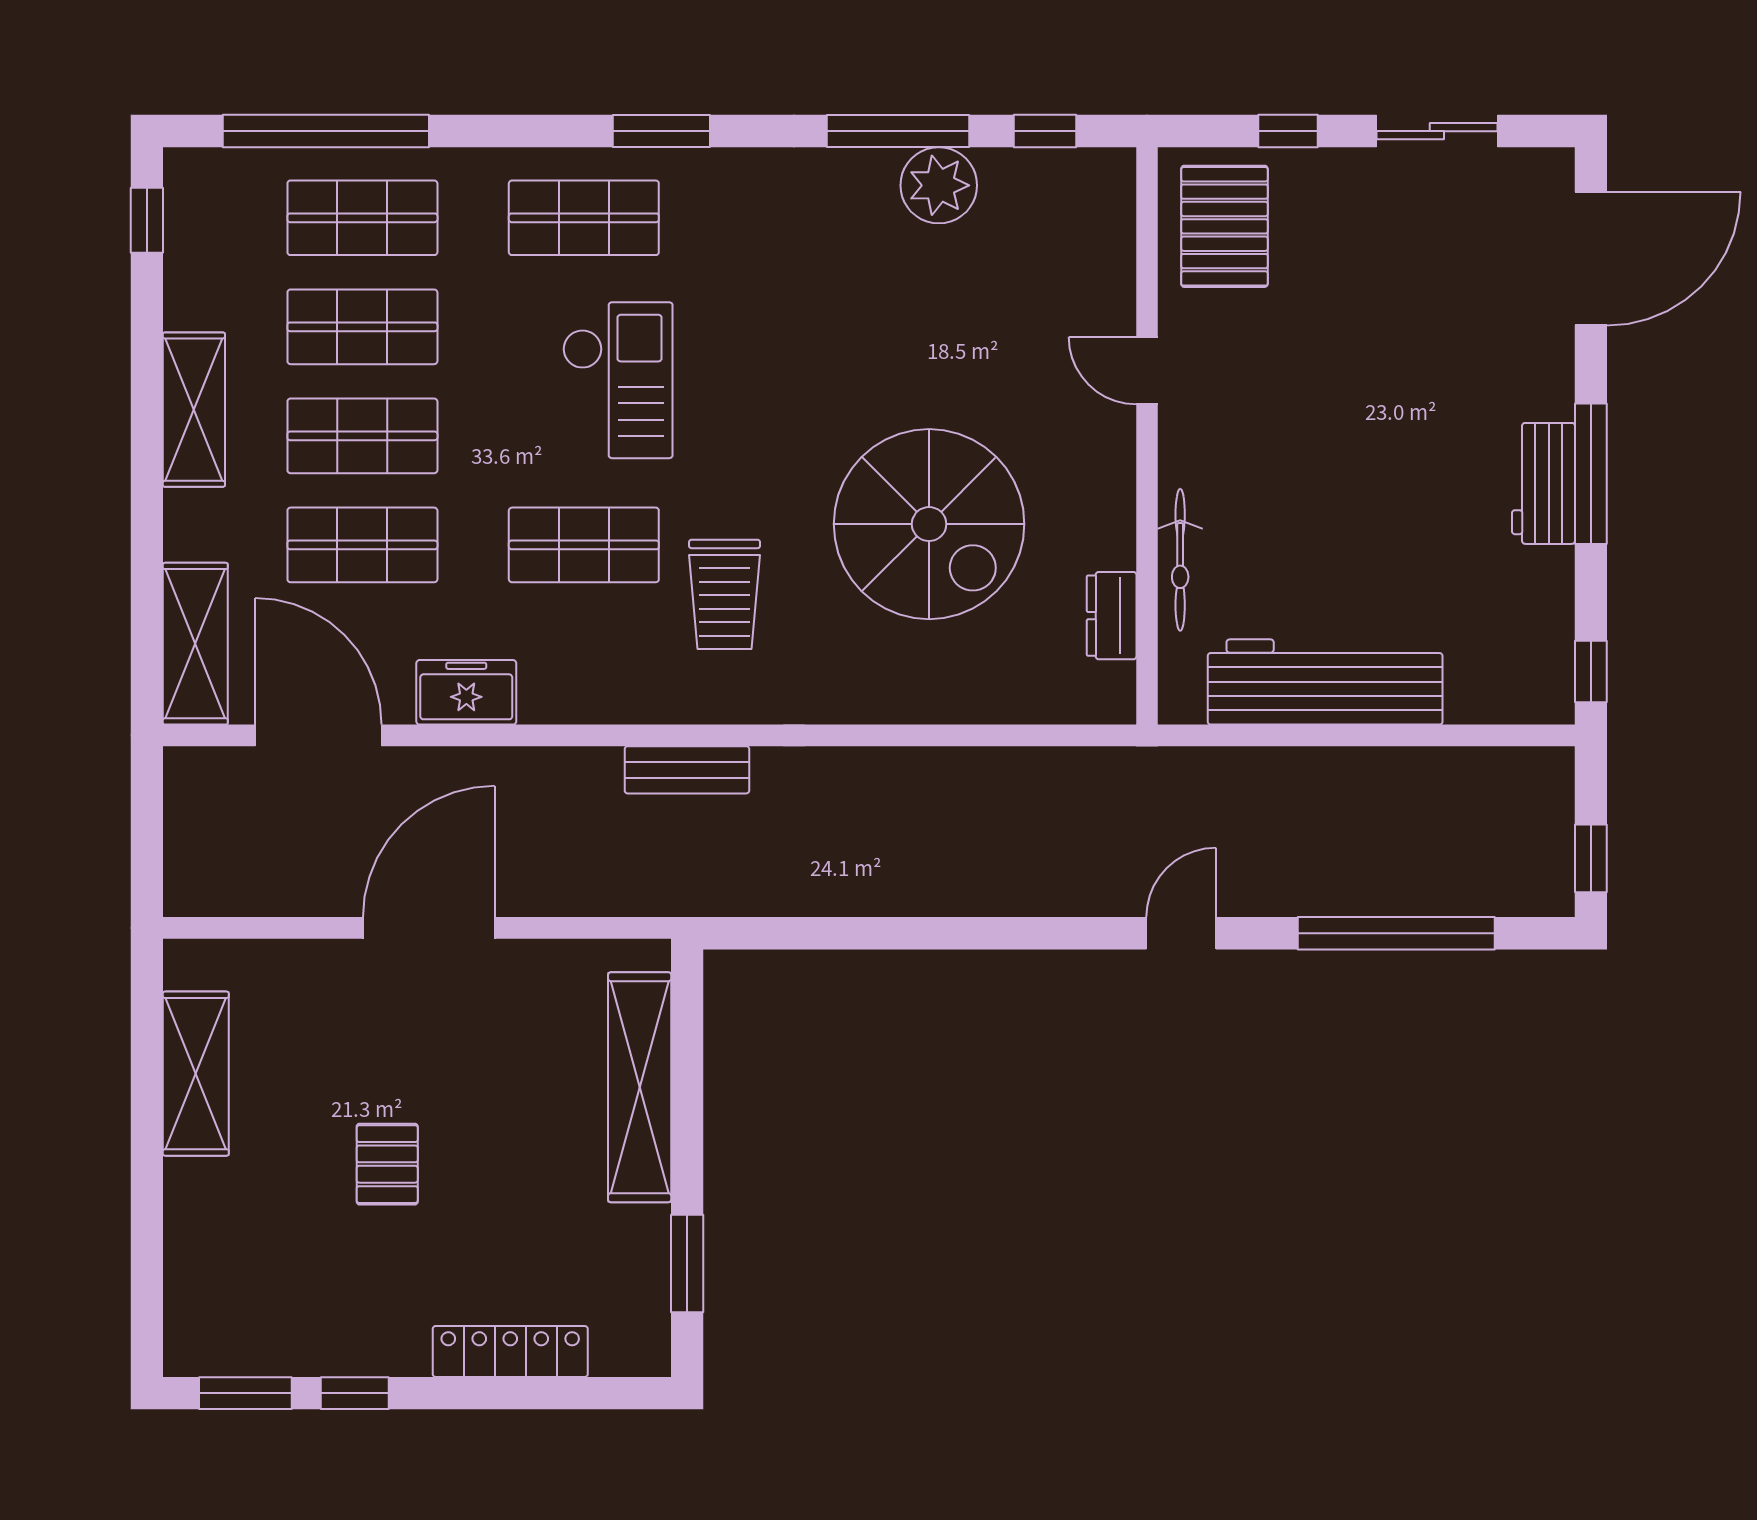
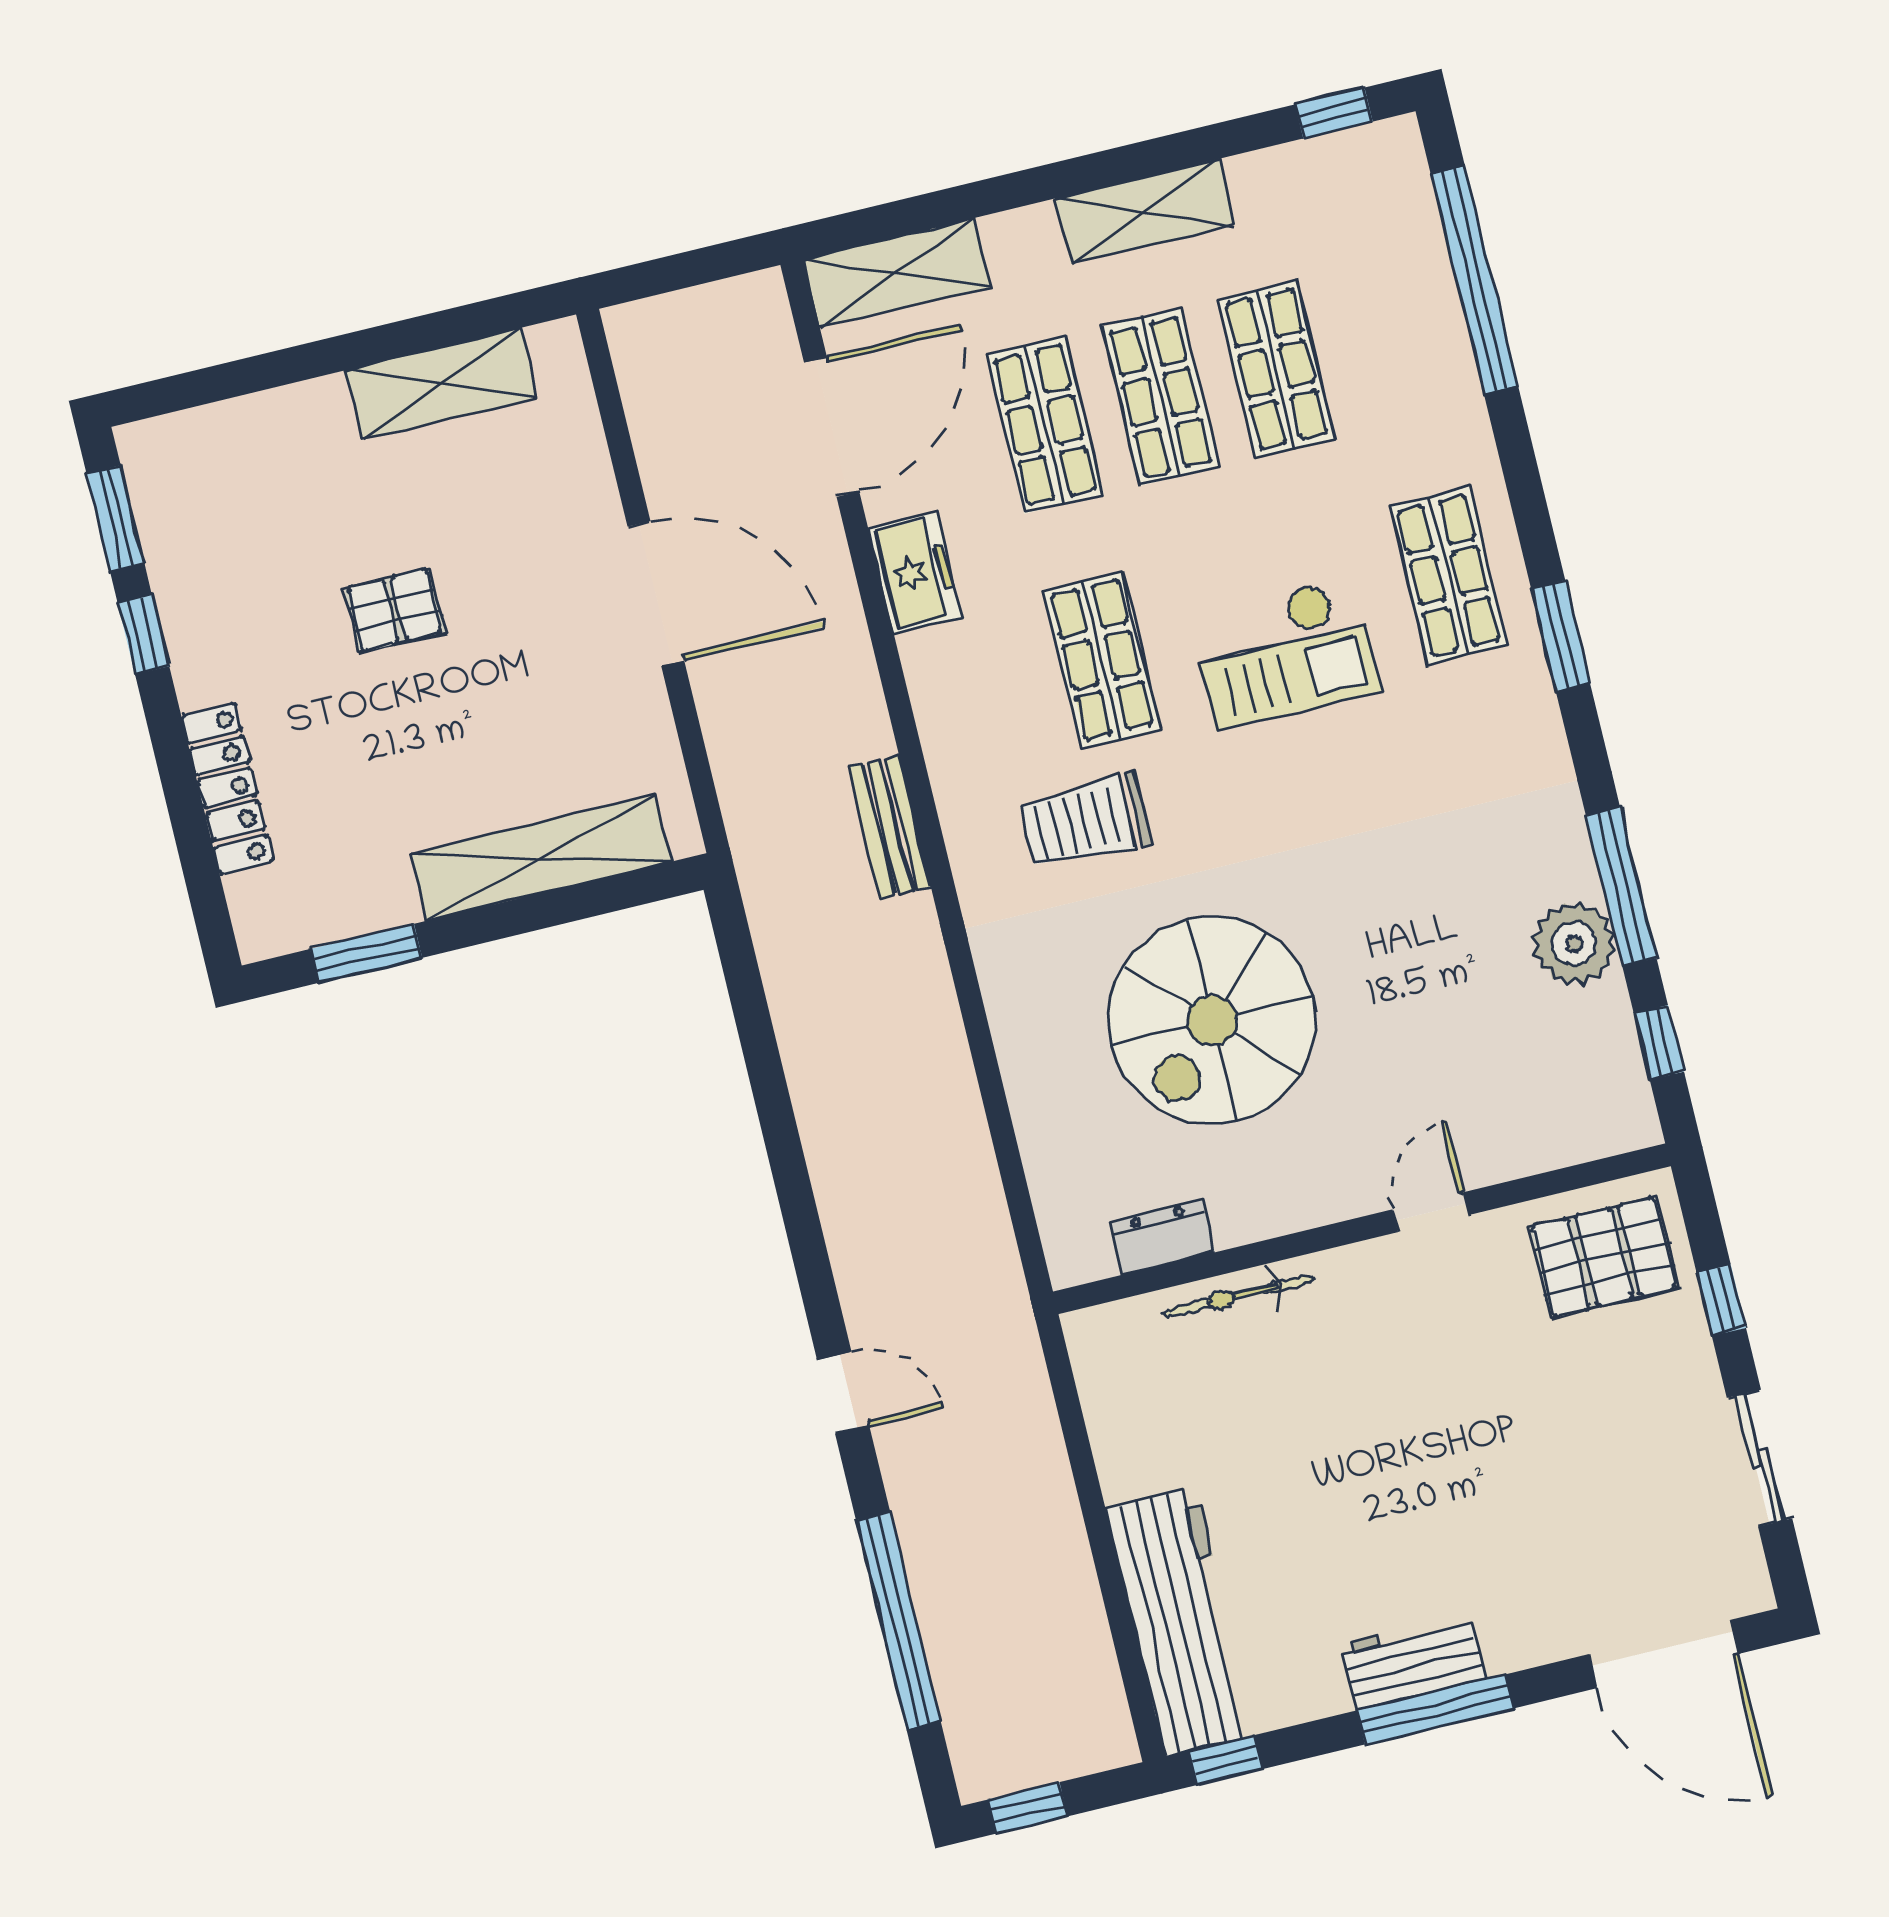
shop shelf: (362, 218) -> (1392, 341), removed
workbench: (1325, 682) -> (1181, 1621), moved

